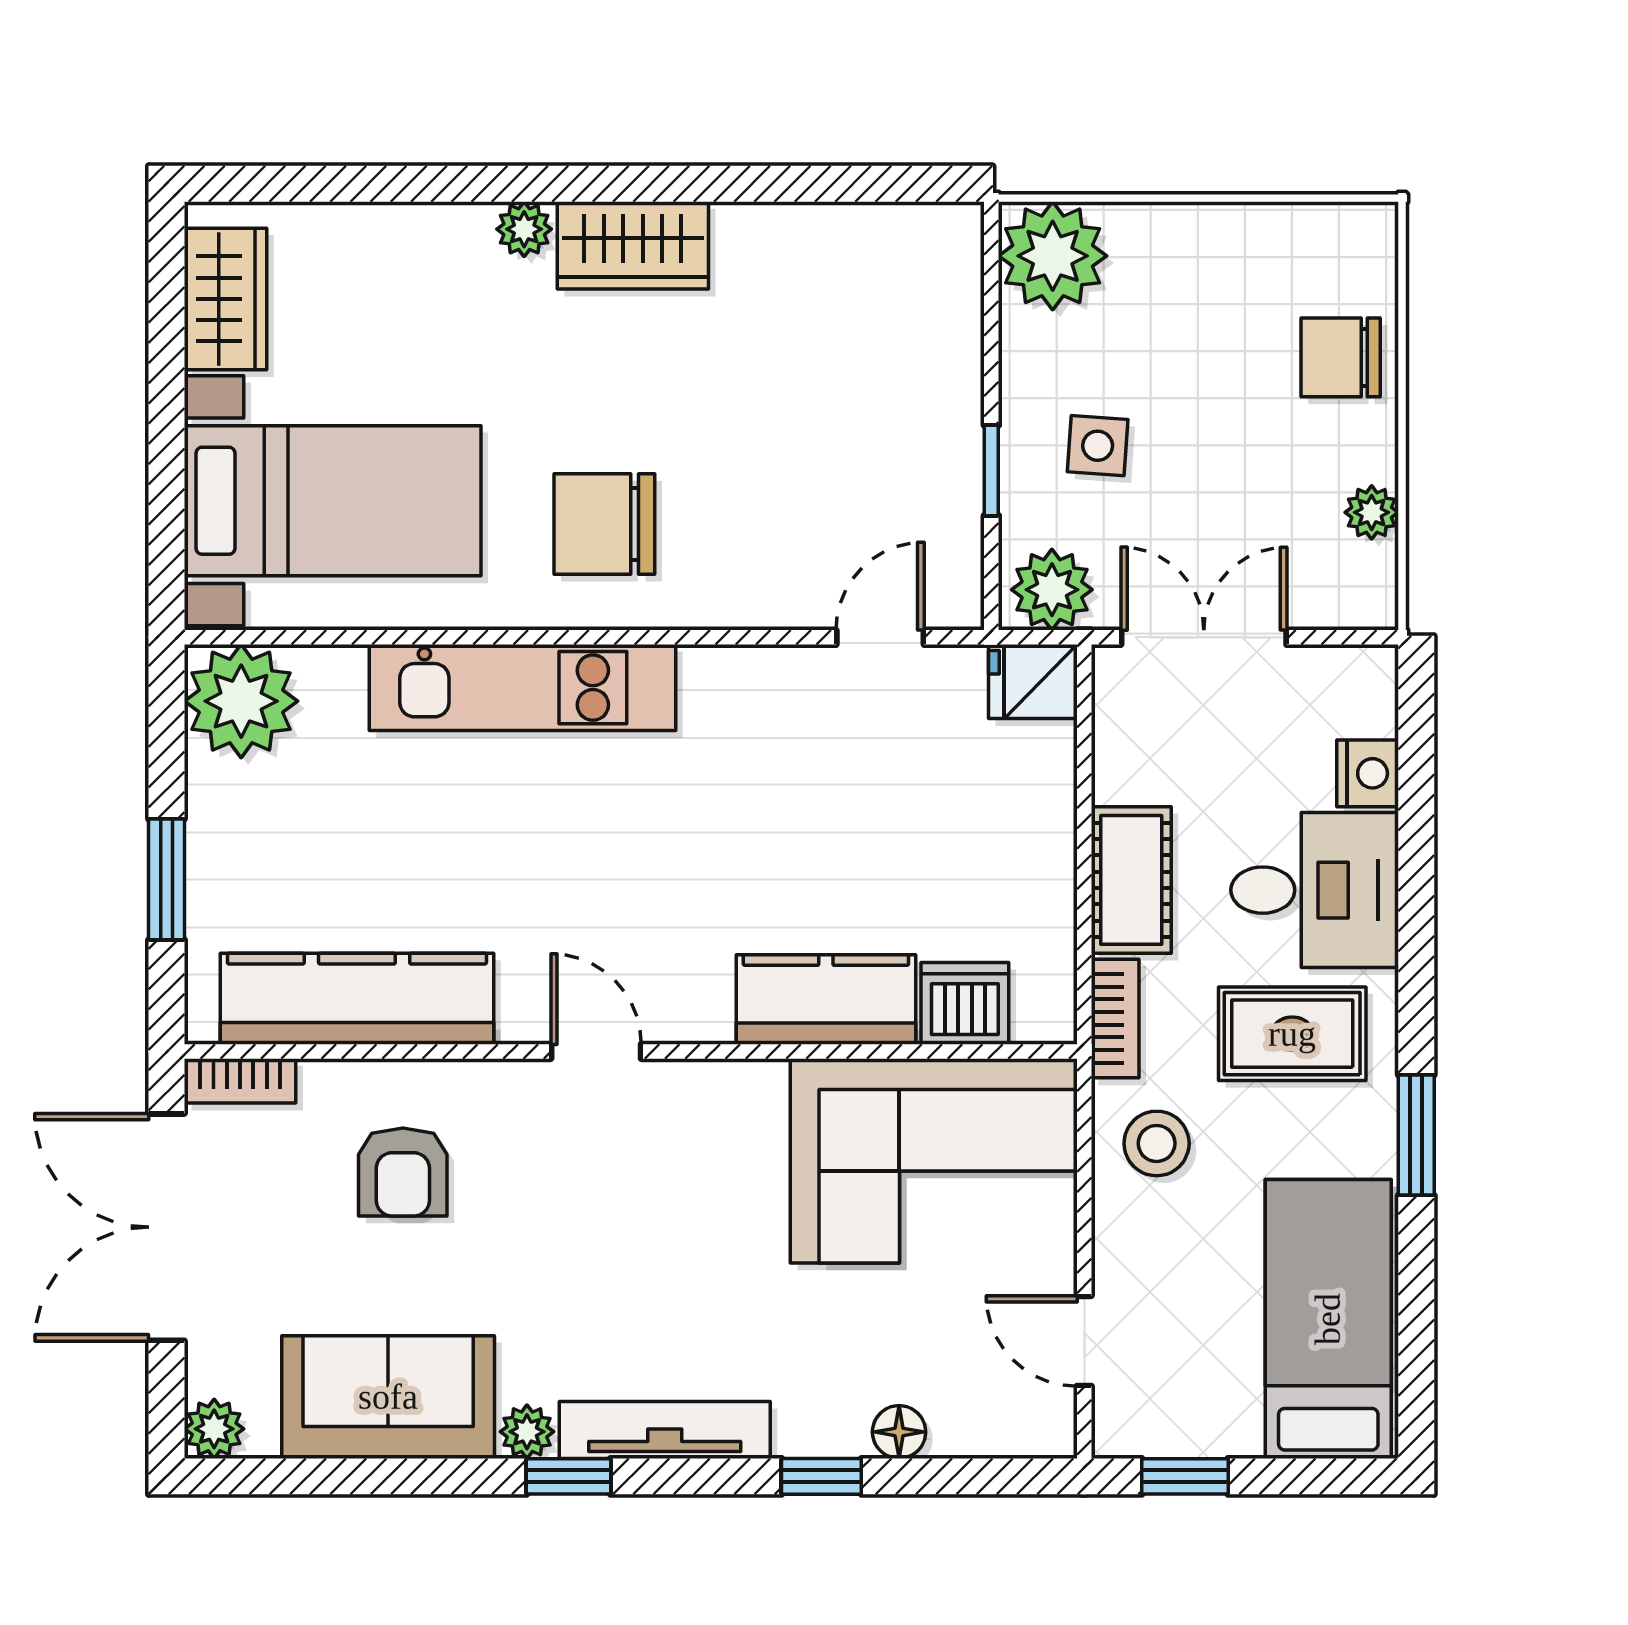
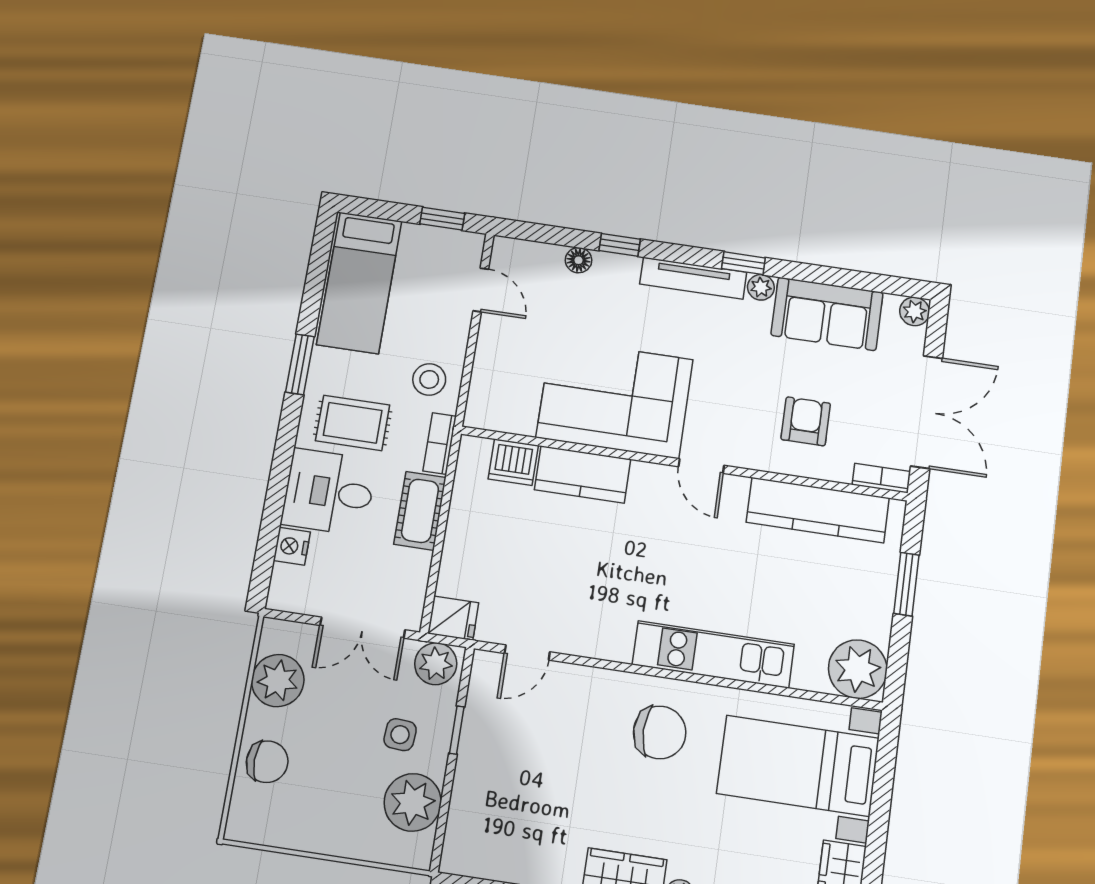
plant: (1053, 256) -> (413, 802), moved
plant: (1372, 512) -> (278, 681), width x1.87, depth x1.87
corner sofa: (934, 1161) -> (615, 398), moved

